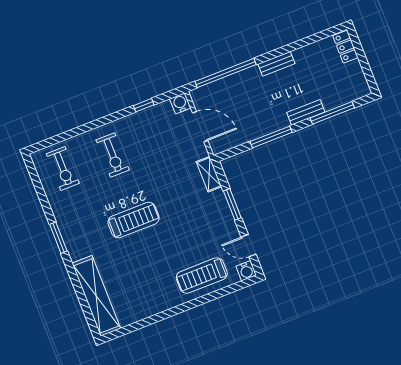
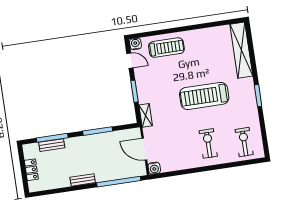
locker: (345, 47) -> (31, 170), moved
window: (144, 105) -> (179, 173), removed
bench: (306, 112) -> (52, 145), moved
treadmill: (134, 220) -> (204, 96), width x1.37, depth x1.38

